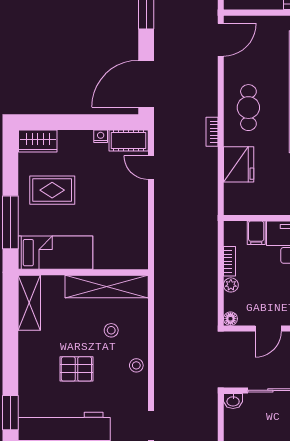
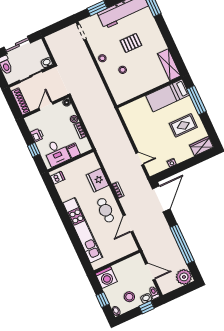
door: (221, 40) -> (128, 223), moved
cot: (129, 140) -> (157, 167), removed
shelving: (107, 286) -> (135, 90), removed

